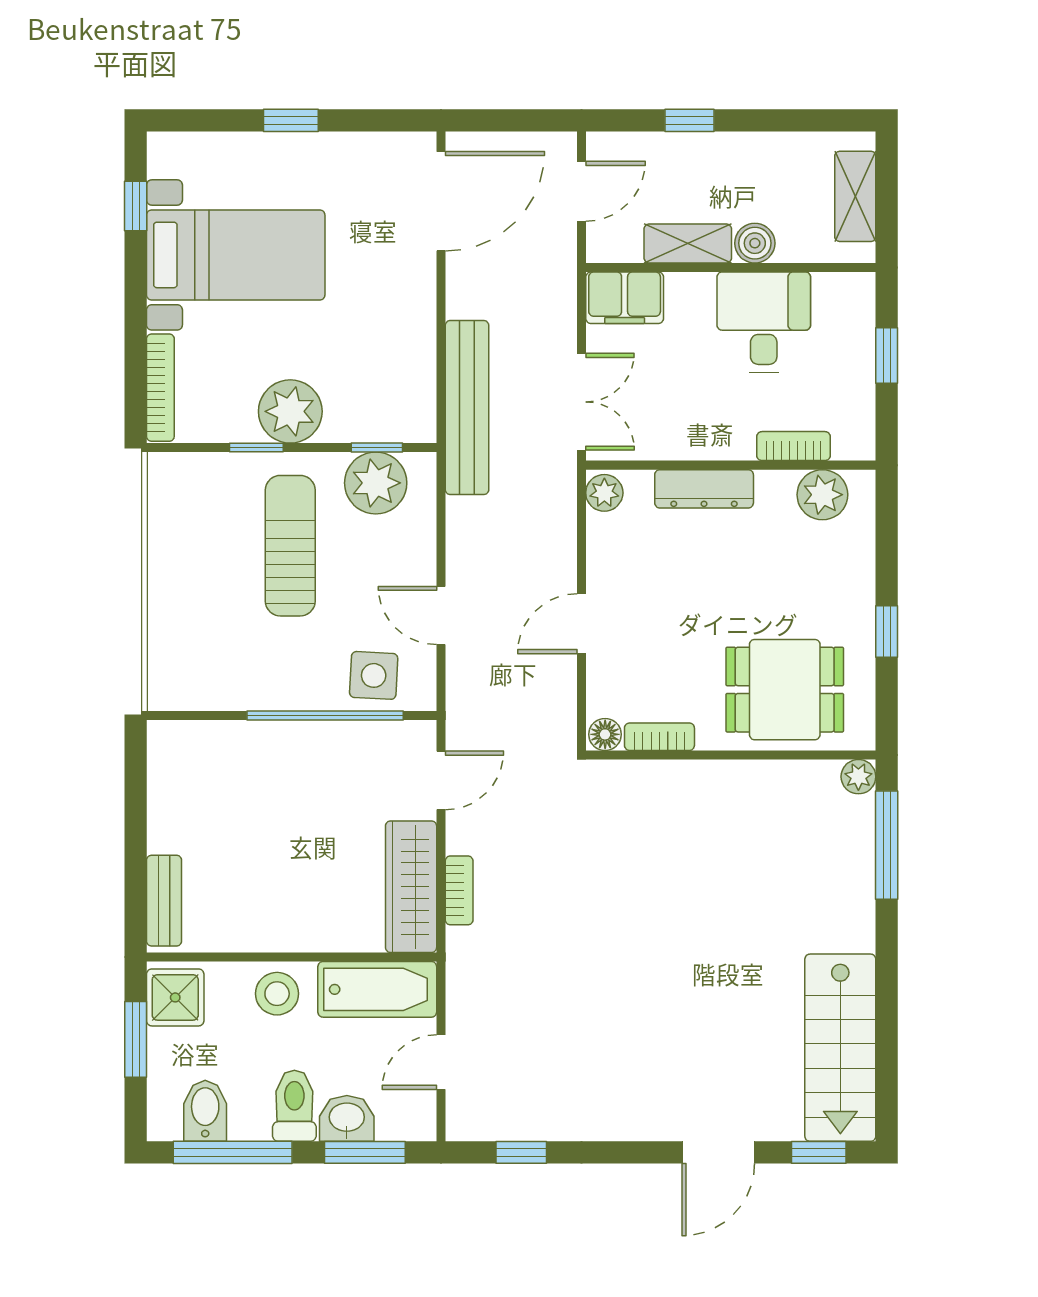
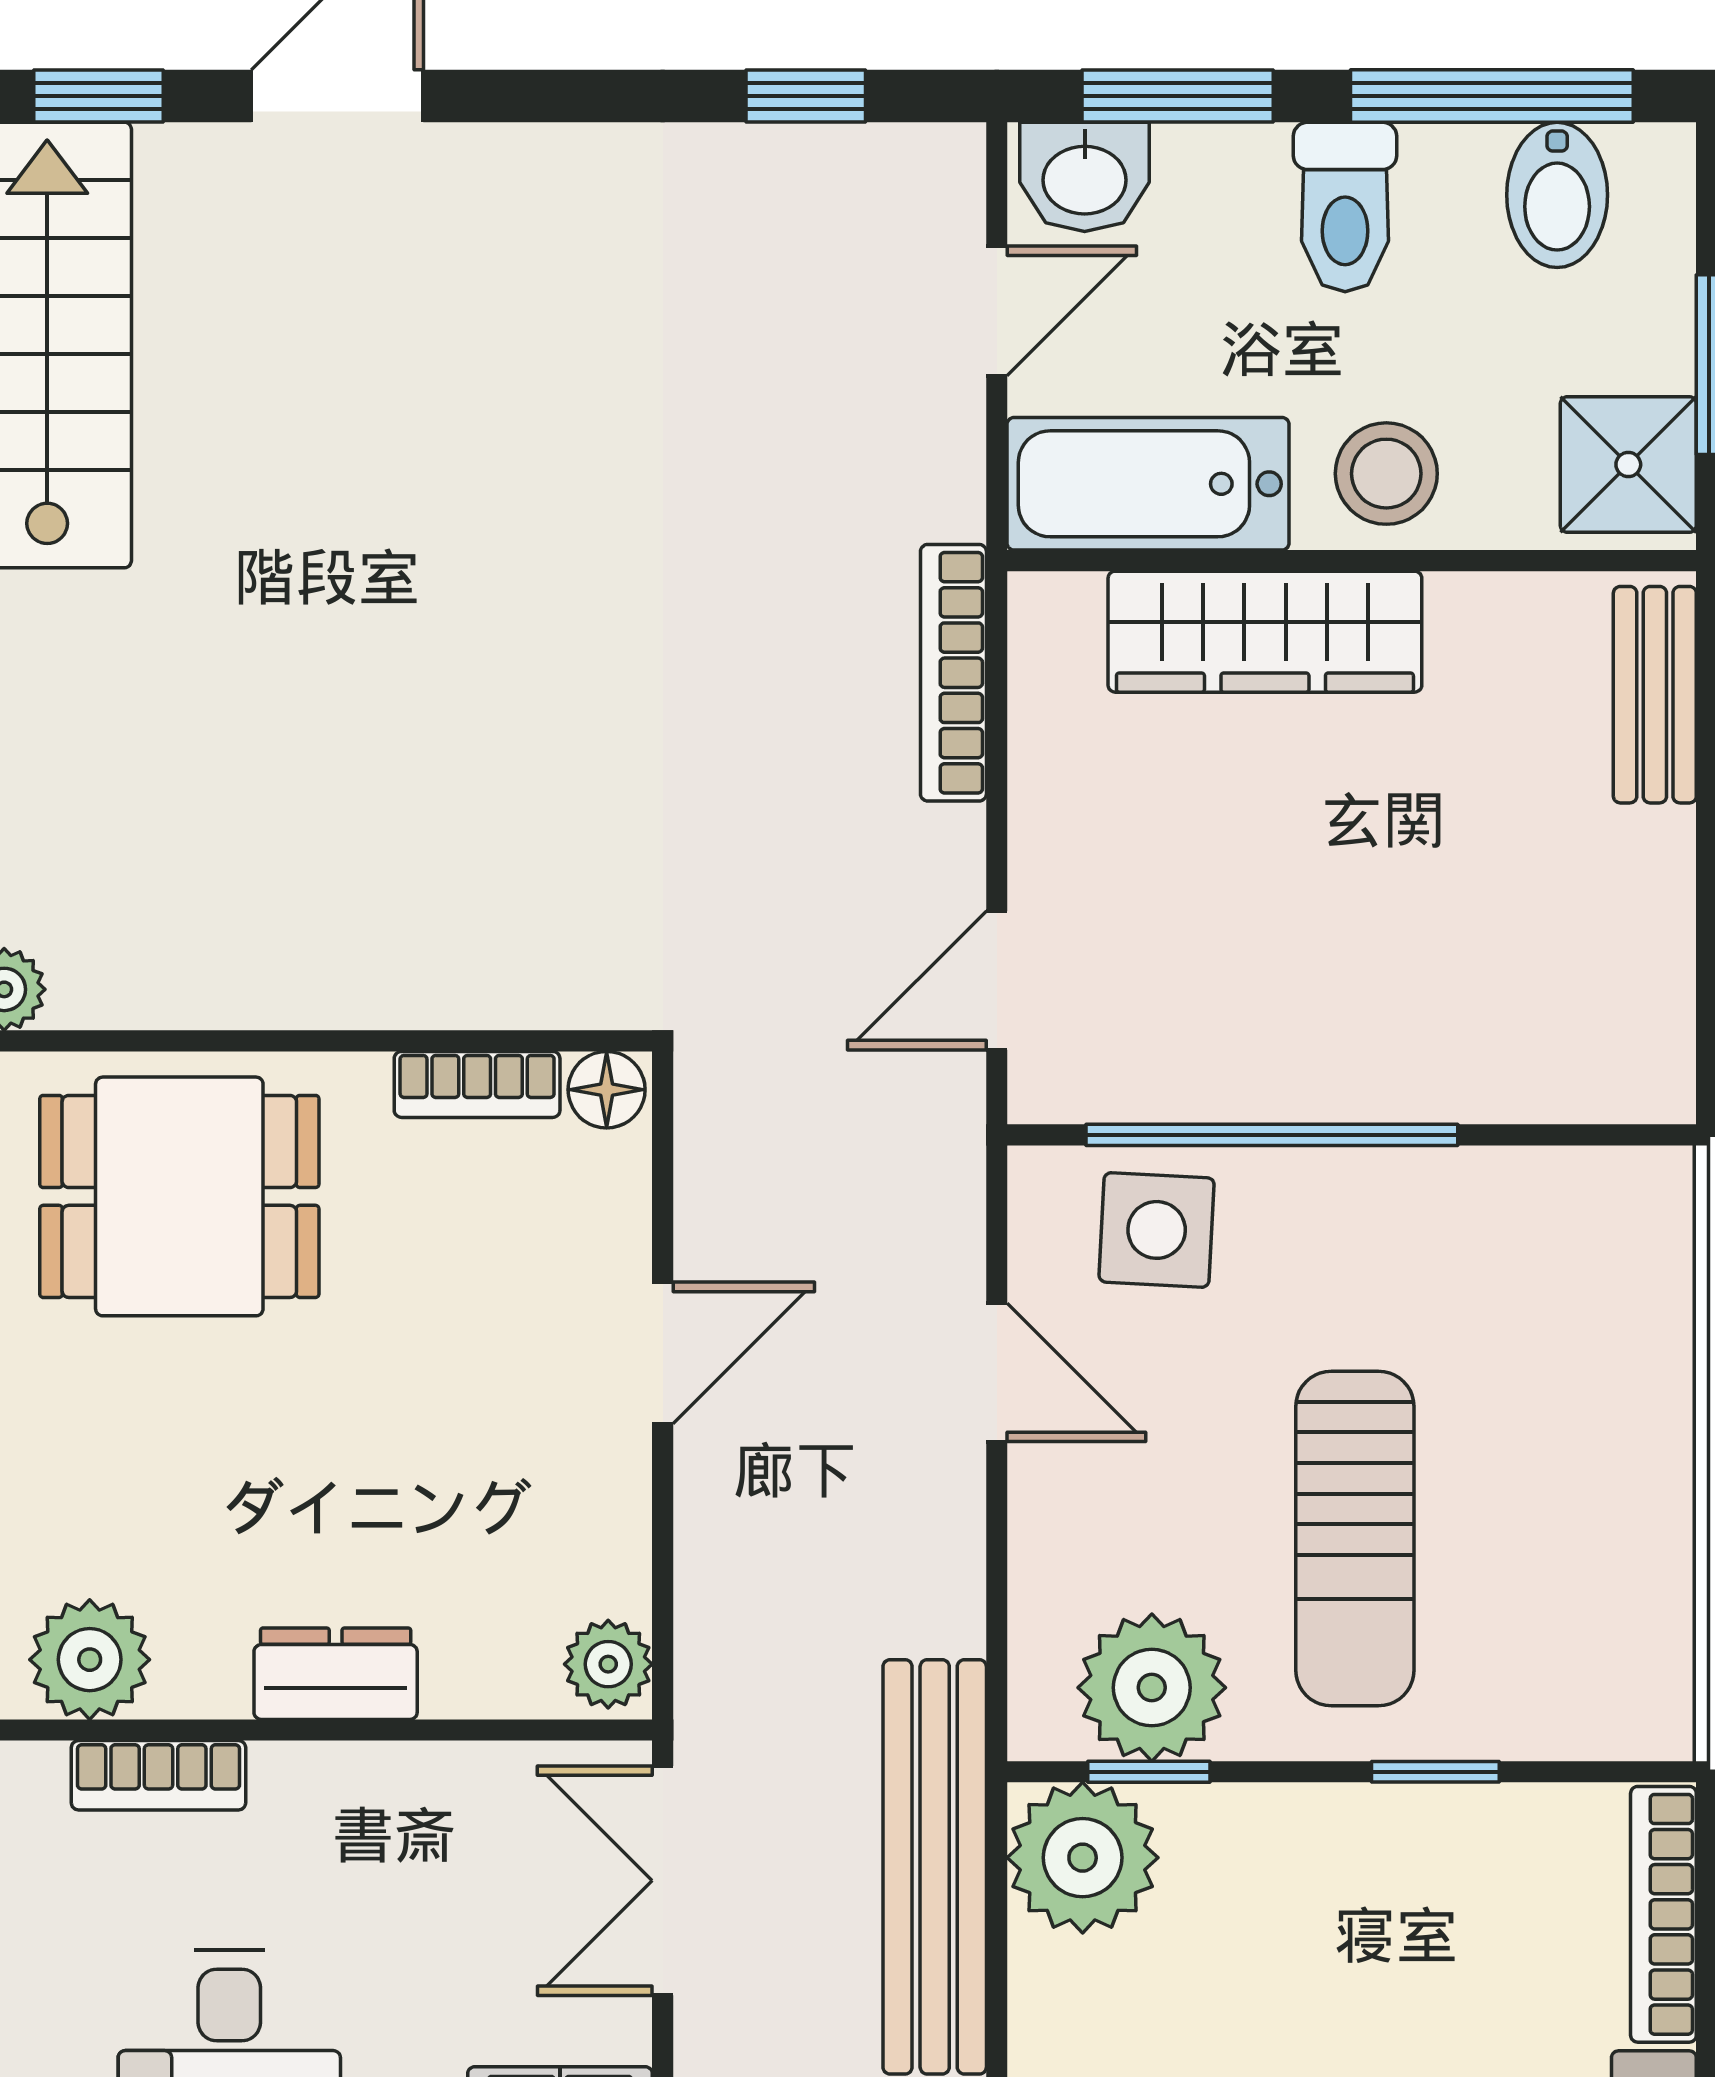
plant: (290, 411) -> (1083, 1858), moved
dresser: (704, 489) -> (336, 1674), width x0.70
wardrobe: (411, 887) -> (1265, 632), moved, turned 90
bookcase: (459, 890) -> (953, 673), width x1.56
washbasin: (347, 1118) -> (1085, 177), moved

